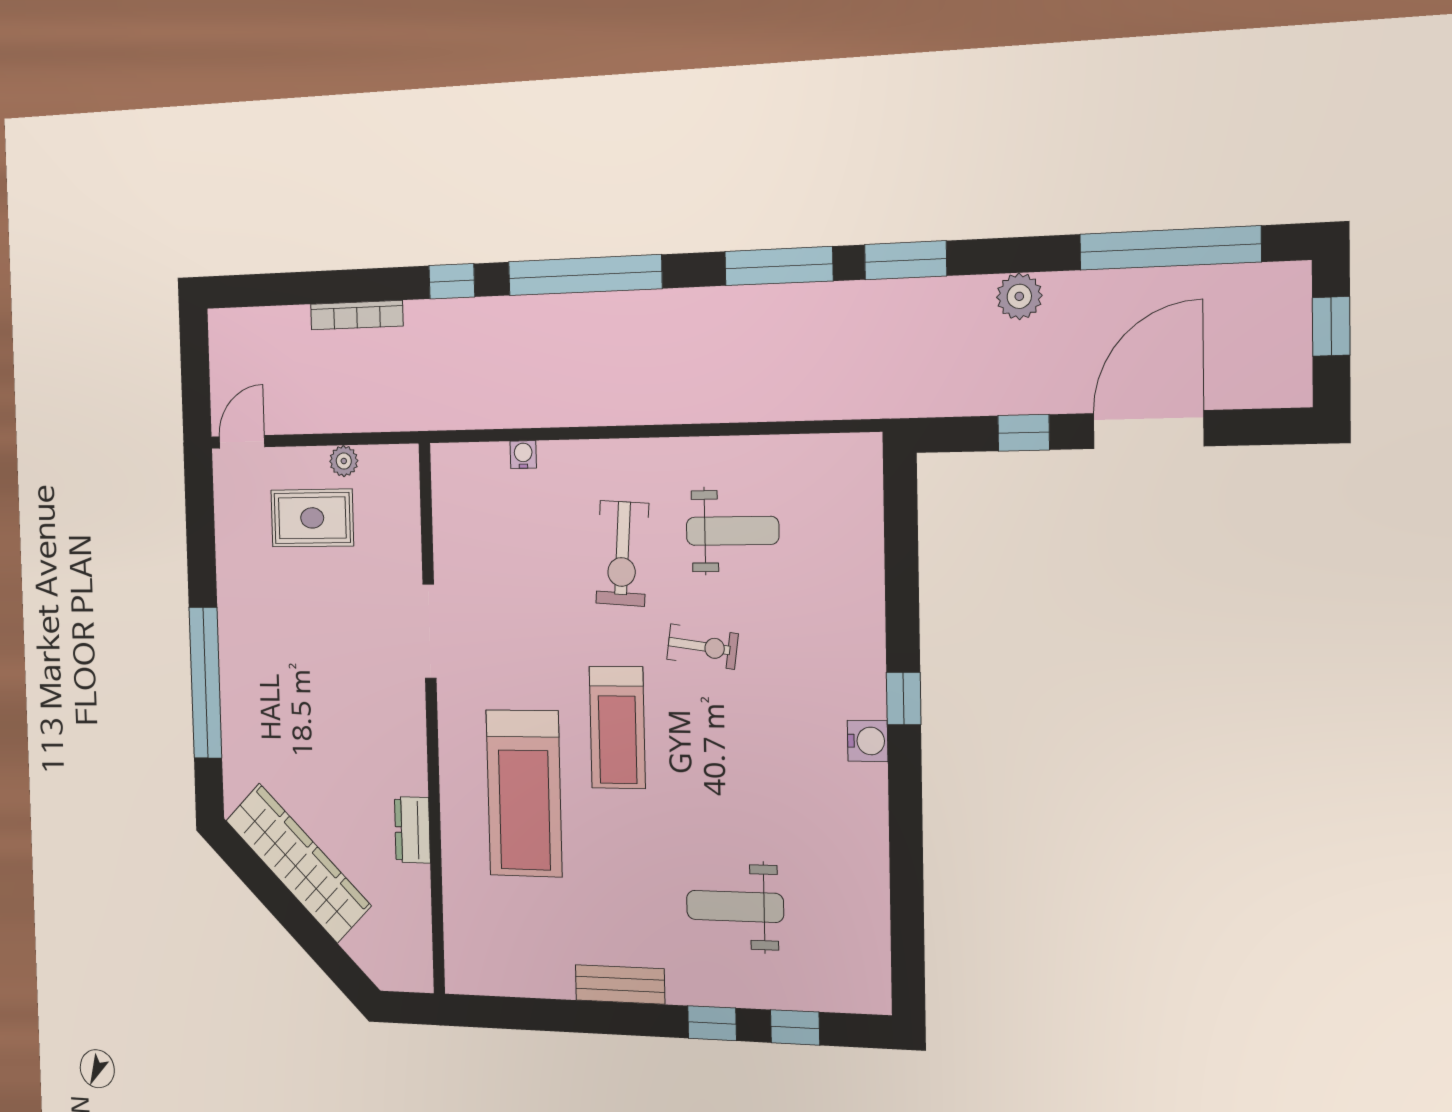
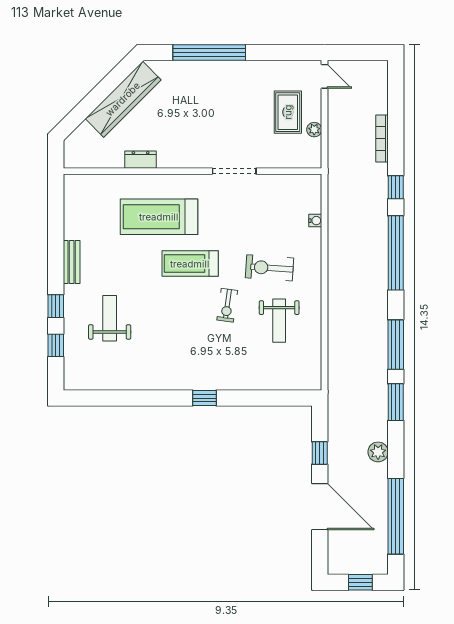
water cooler: (868, 741) -> (186, 381), removed

